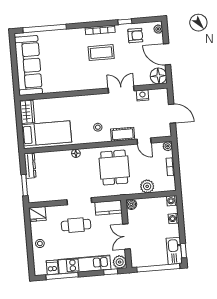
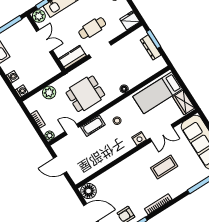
coffee table: (101, 53) -> (164, 167), moved
double door: (121, 89) -> (161, 133), moved
nightstand: (143, 95) -> (139, 139), moved
dresser: (30, 166) -> (151, 47), moved
dining table: (114, 168) -> (85, 94), turned 90
boiler: (131, 204) -> (54, 70), removed

